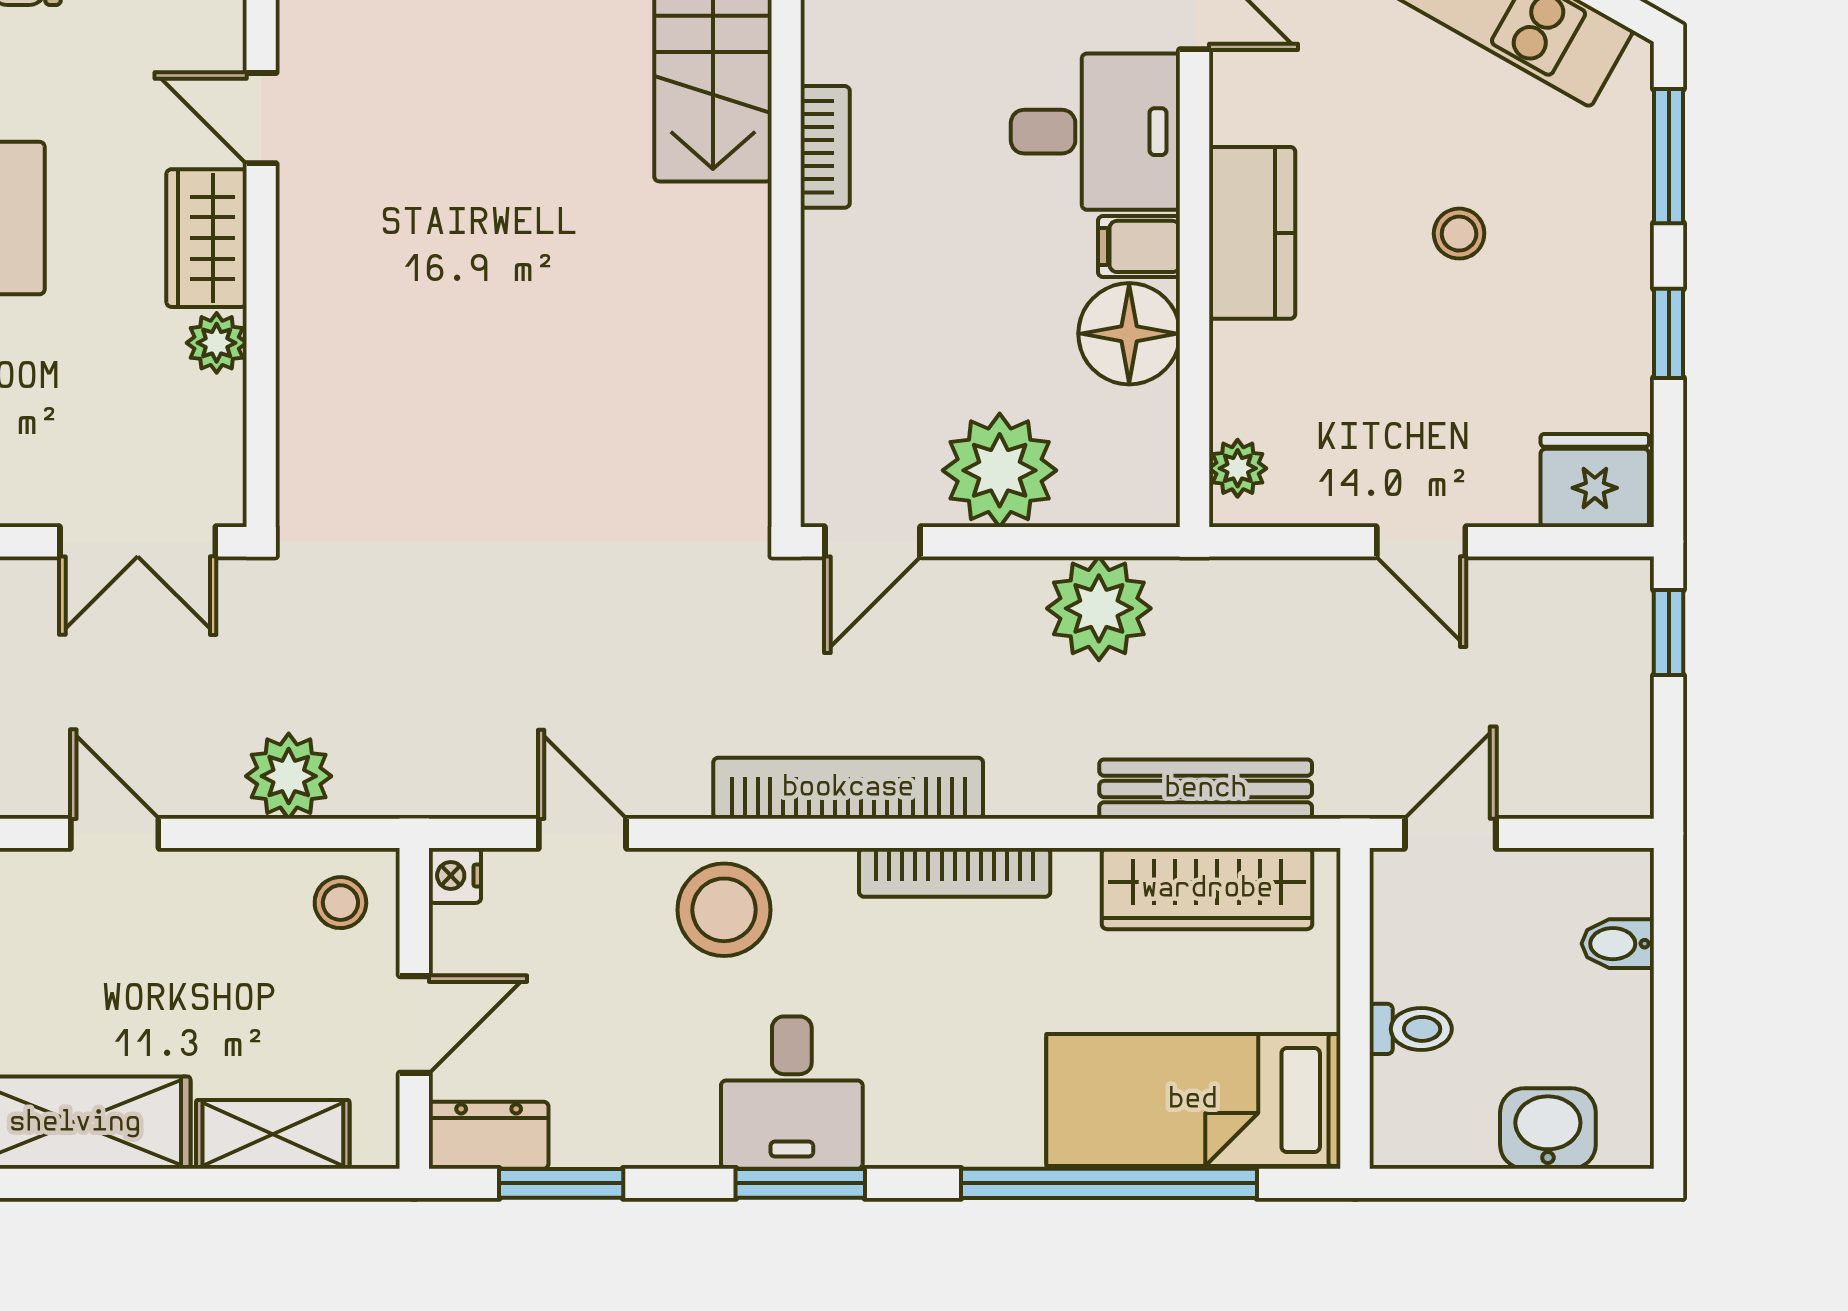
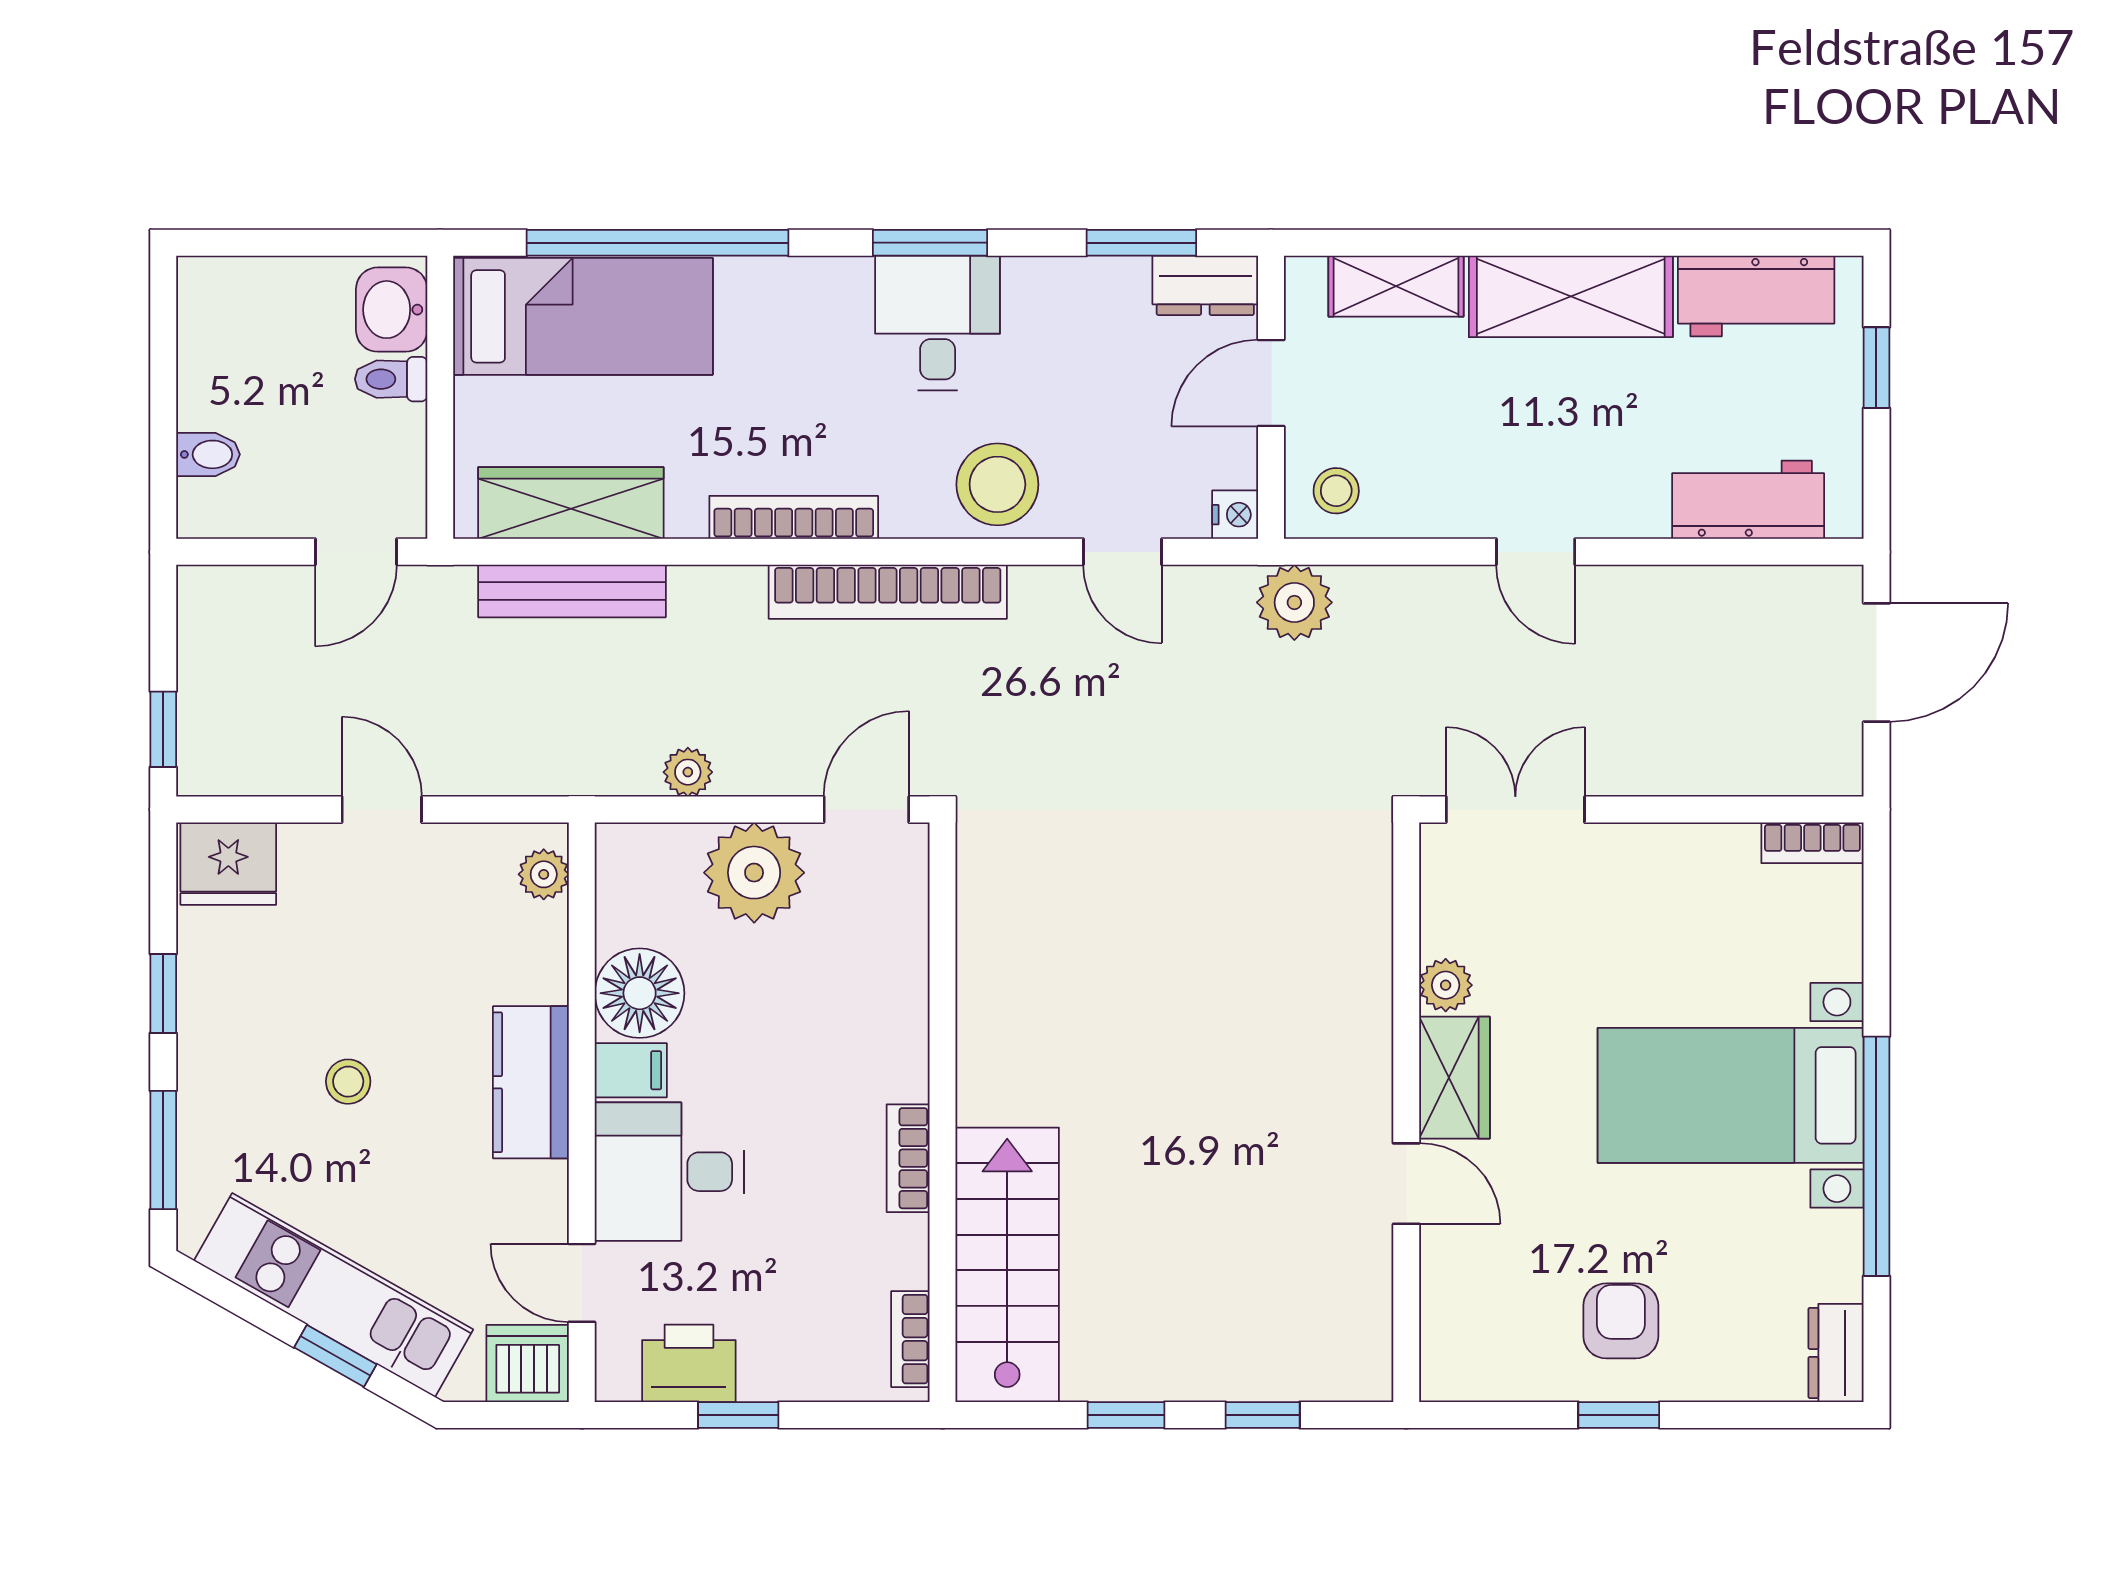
plant: (1099, 608) -> (688, 772), width x0.53, depth x0.53
plant: (289, 776) -> (1294, 602), moved
washbasin: (1548, 1128) -> (392, 310), moved, turned 90

